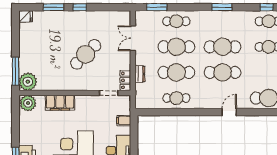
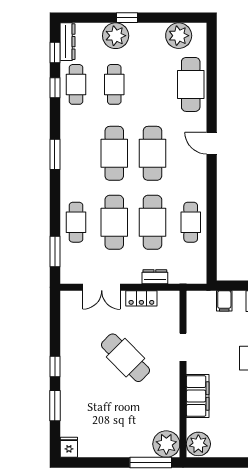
locker: (125, 80) -> (141, 298), moved
doorway: (109, 93) -> (183, 347), moved

